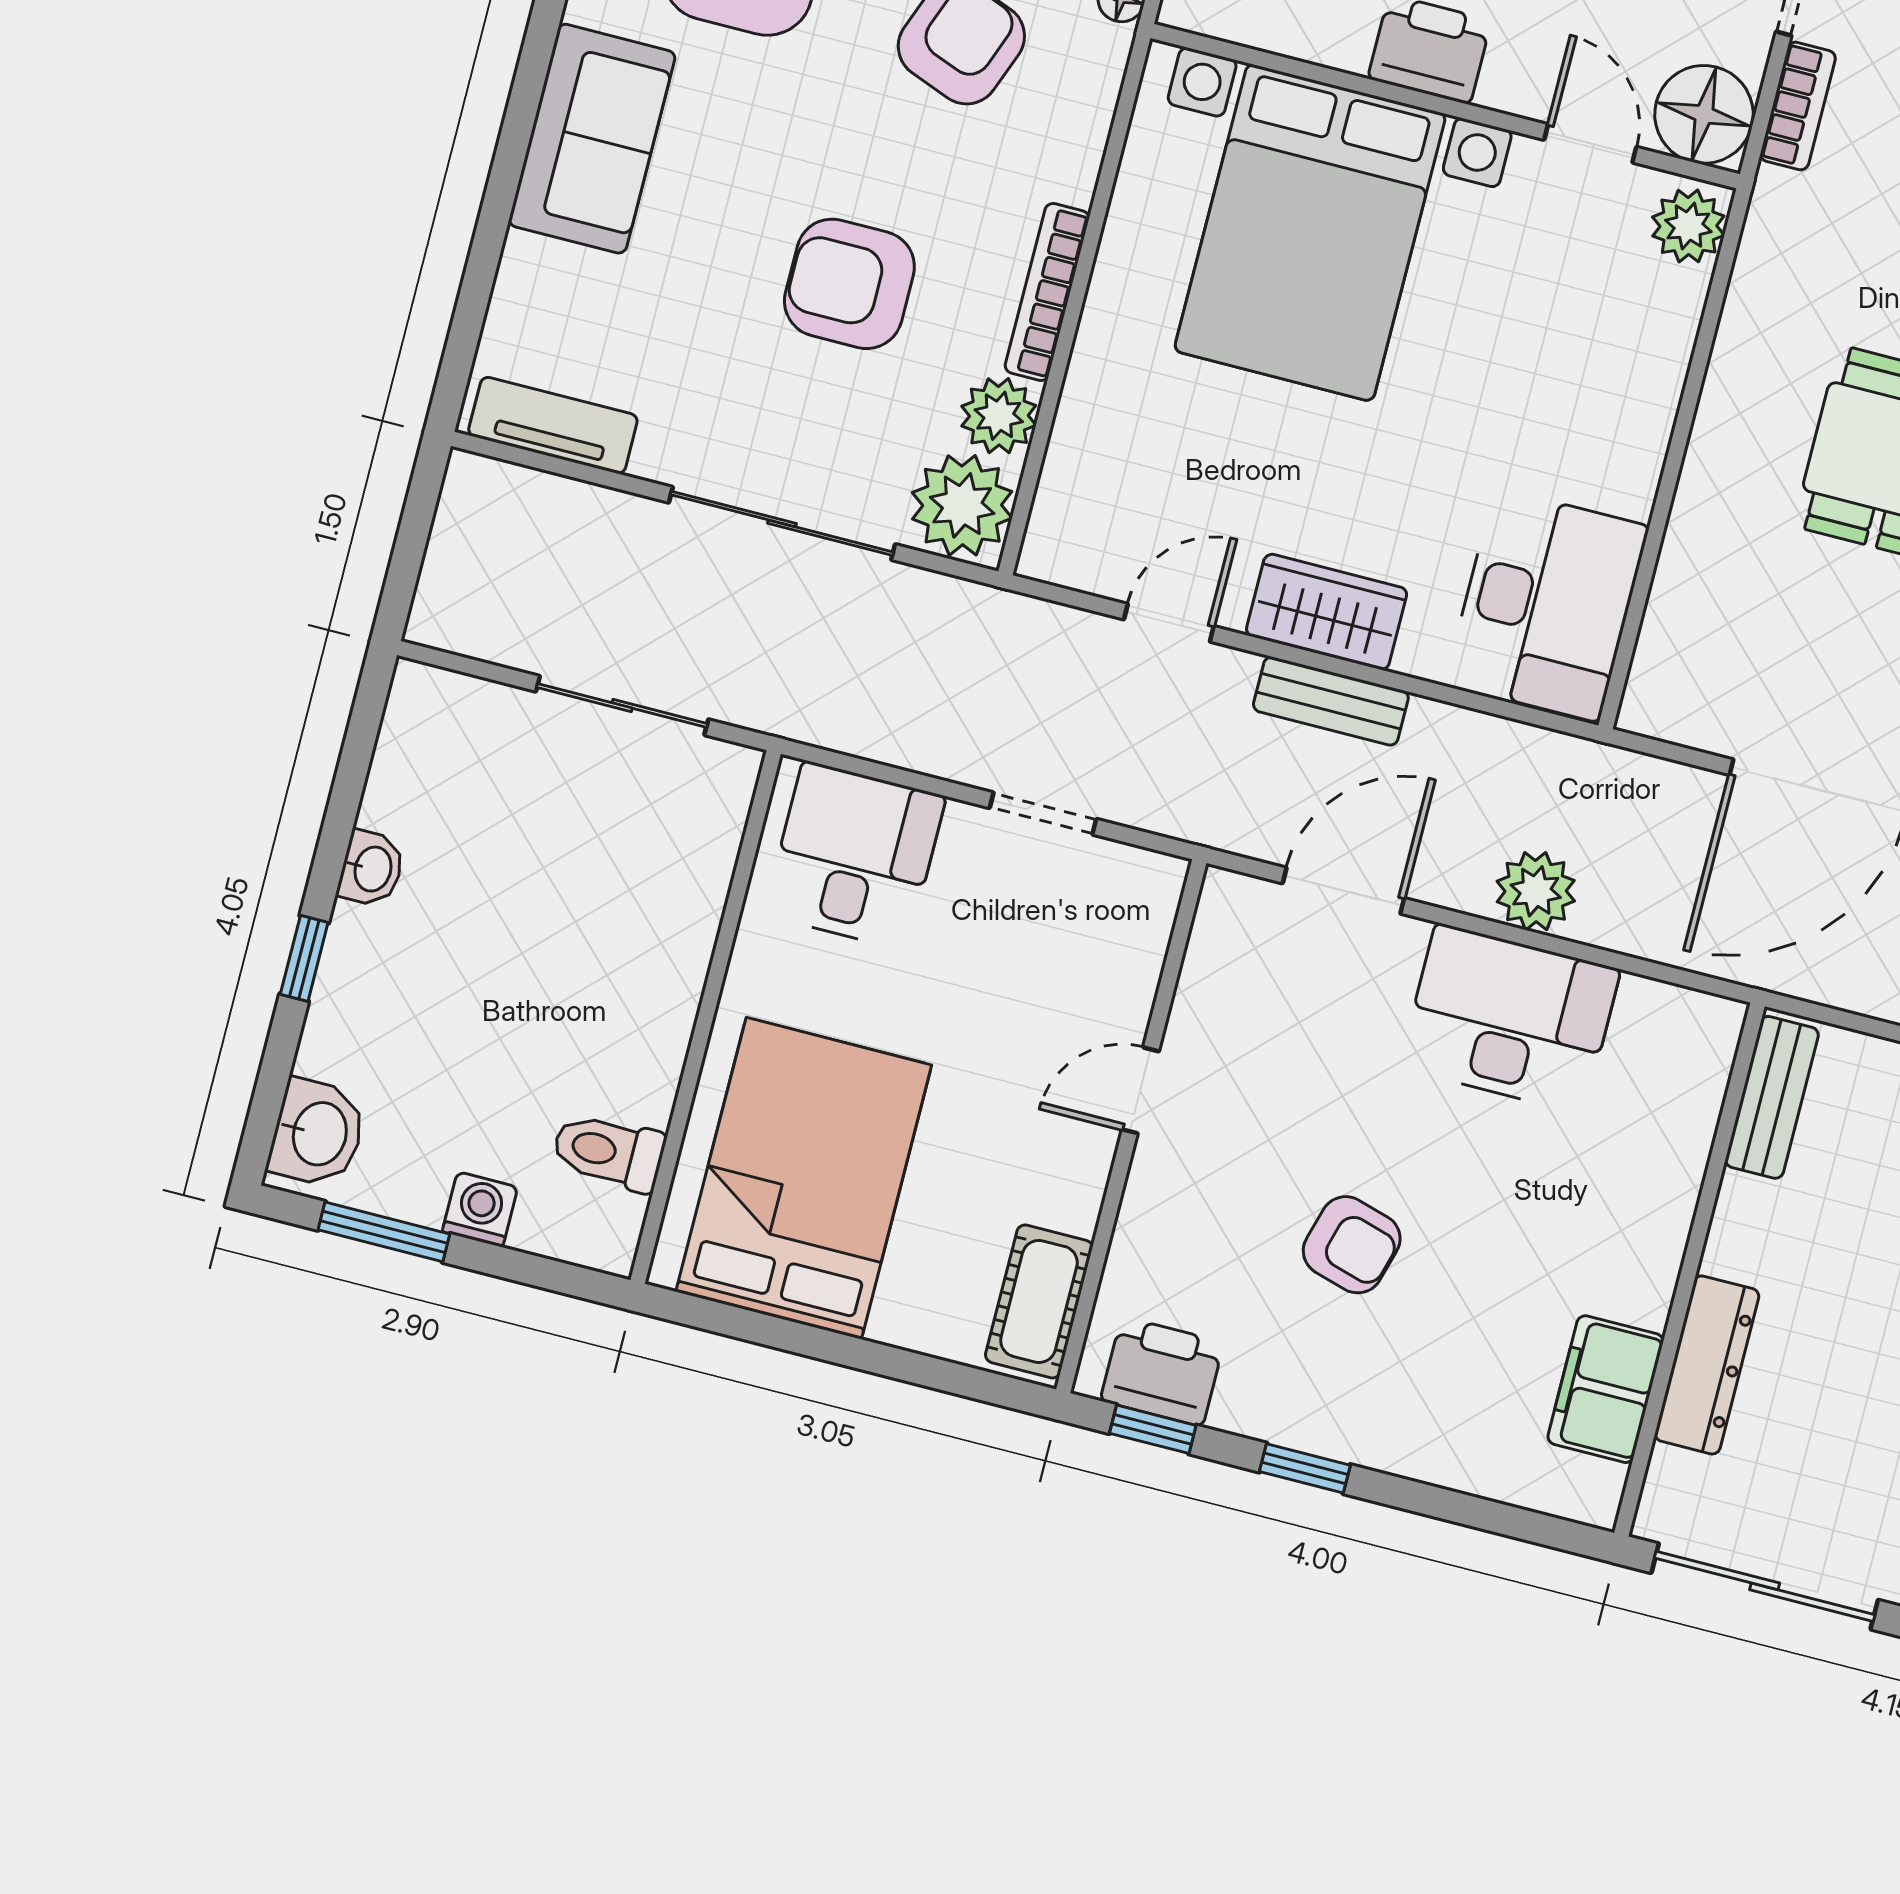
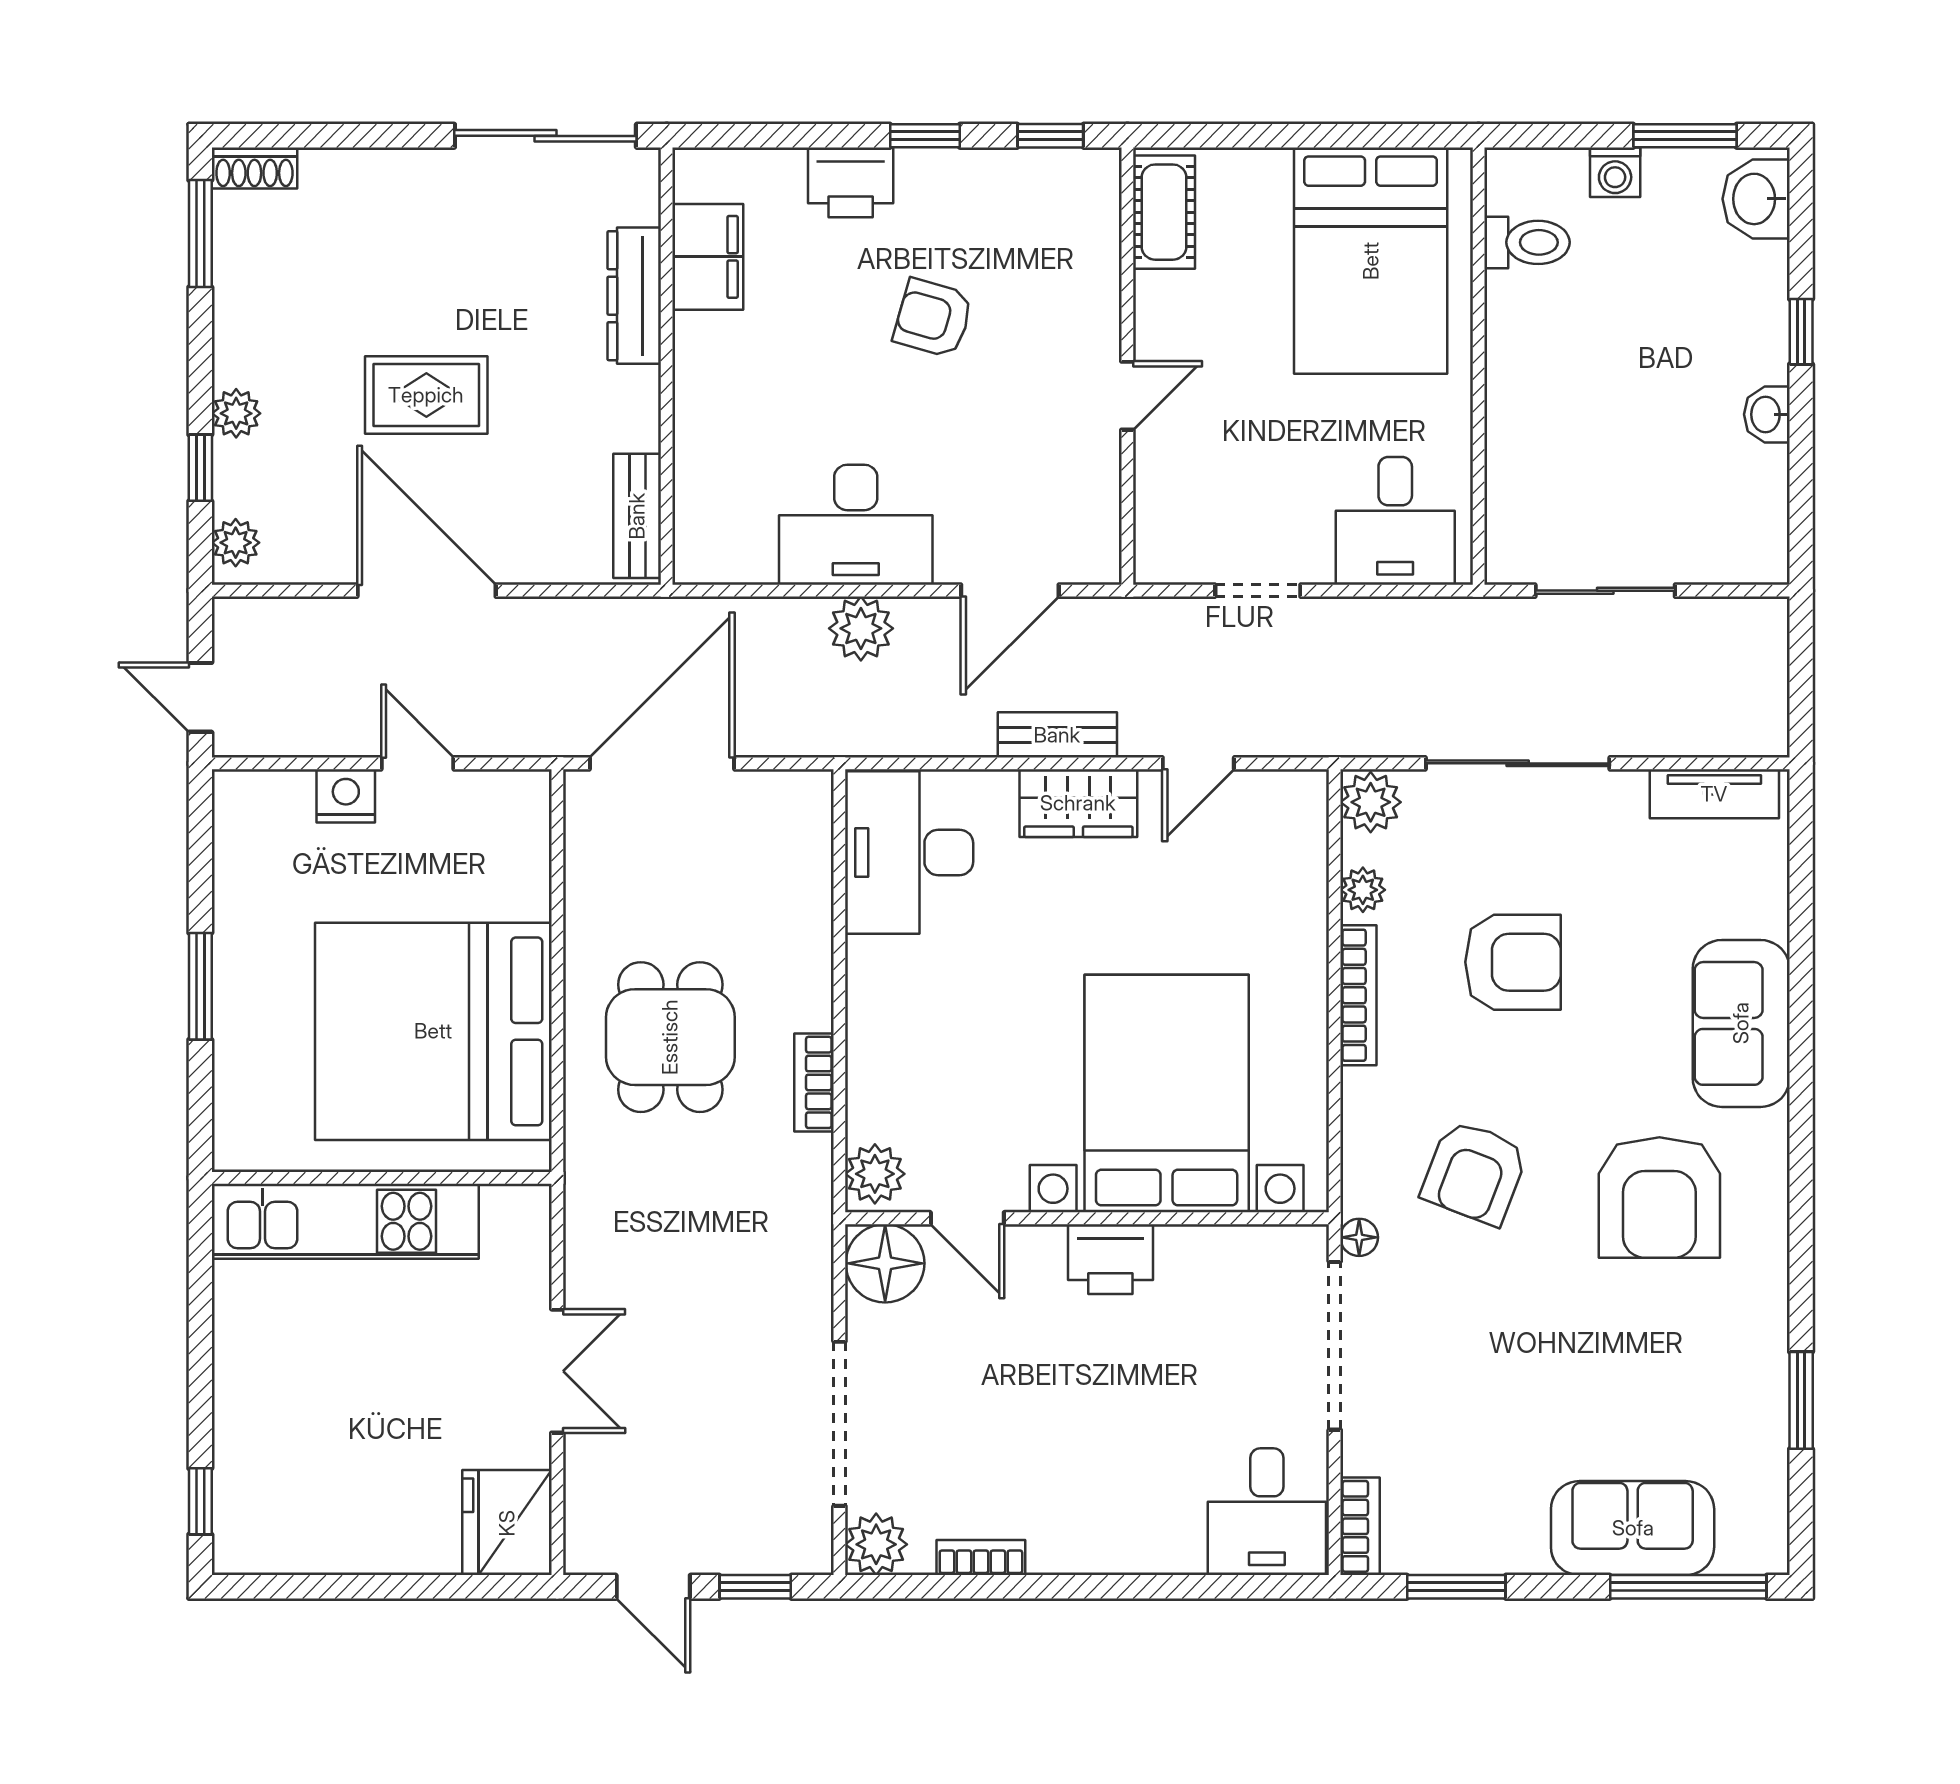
bookcase: (1798, 106) -> (814, 1082), moved
plant: (999, 416) -> (1363, 890), width x0.73, depth x0.73
plant: (962, 505) -> (1371, 802), width x0.73, depth x0.73
printer: (1162, 1372) -> (851, 182), moved

